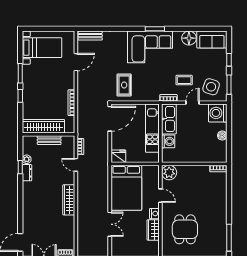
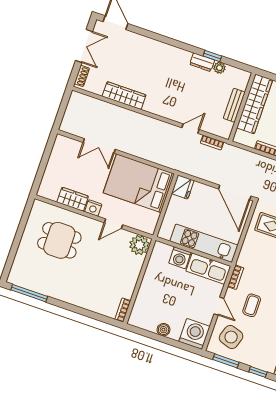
wardrobe: (69, 200) -> (124, 96), moved

